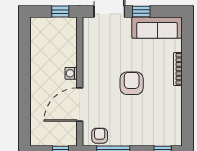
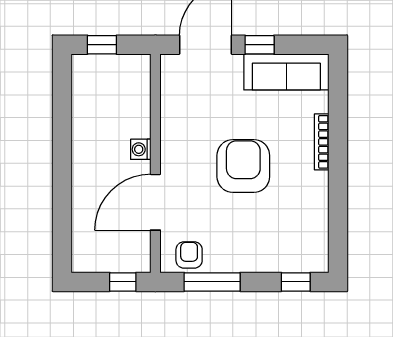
window: (60, 12) -> (102, 45), moved
armchair: (132, 83) -> (243, 166), width x1.36, depth x1.36

